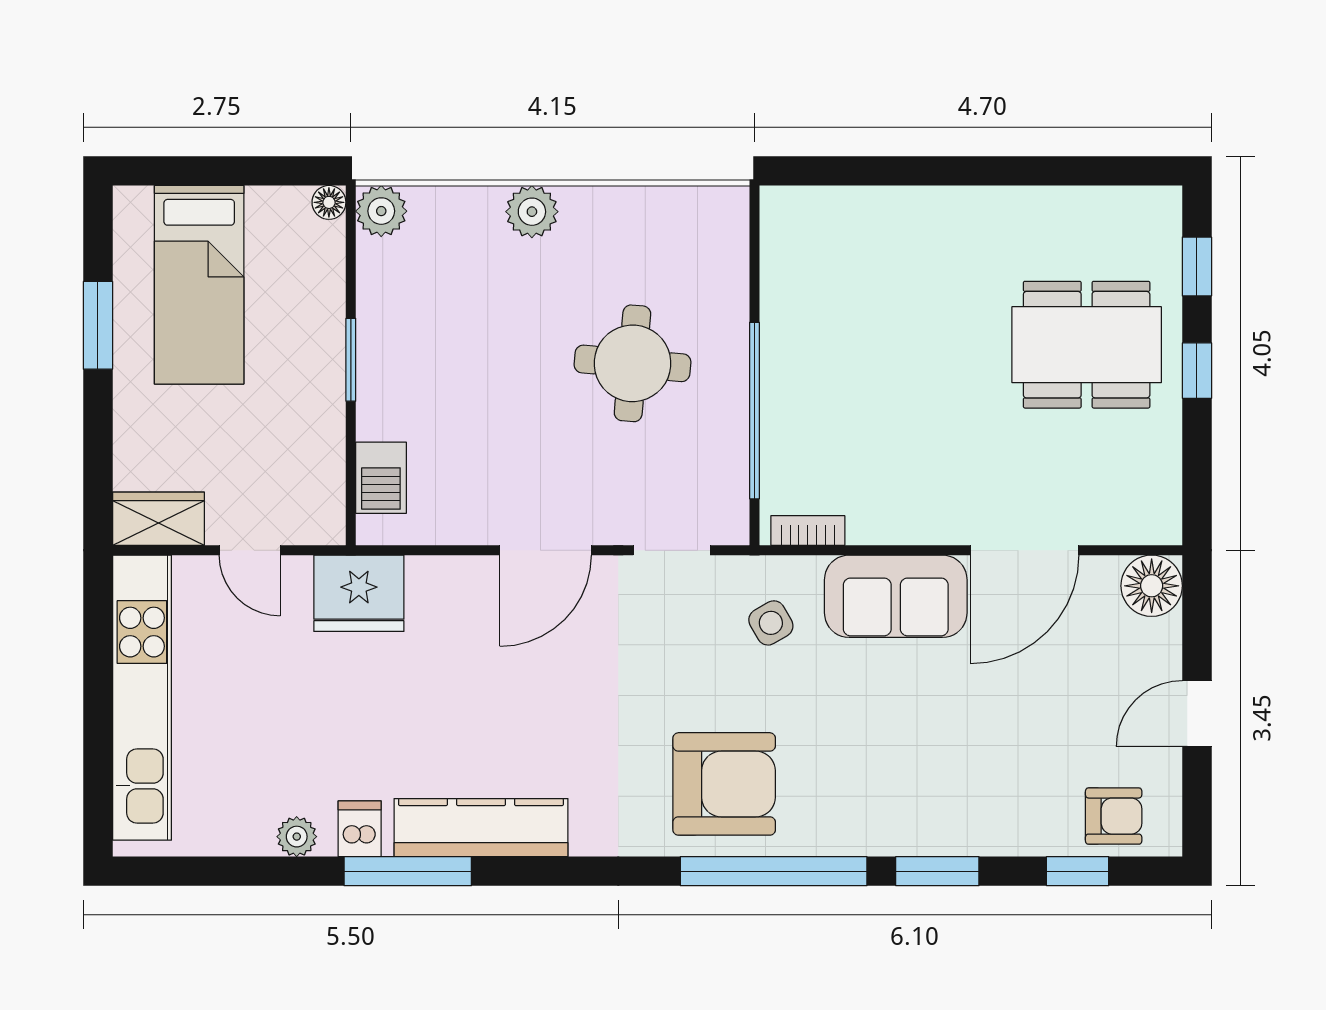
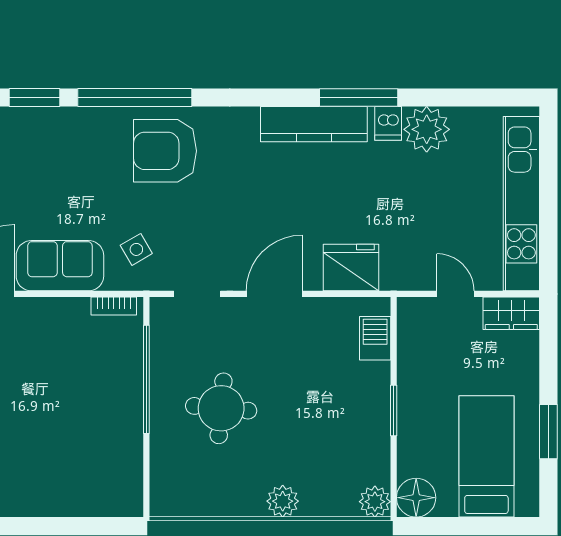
floor lamp: (329, 202) -> (416, 498), width x1.89, depth x1.89
fridge: (359, 593) -> (351, 268), moved
plant: (297, 837) -> (427, 129), width x1.87, depth x1.87

